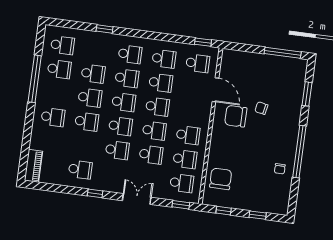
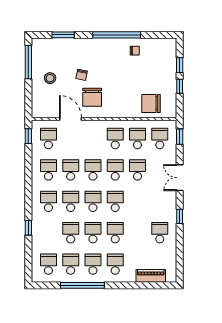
stool: (262, 74) -> (50, 78), added
door: (215, 90) -> (70, 119), hinge flipped
school desk: (117, 150) -> (93, 264), moved
piano: (33, 166) -> (151, 276), moved
window: (224, 211) -> (180, 86), moved

